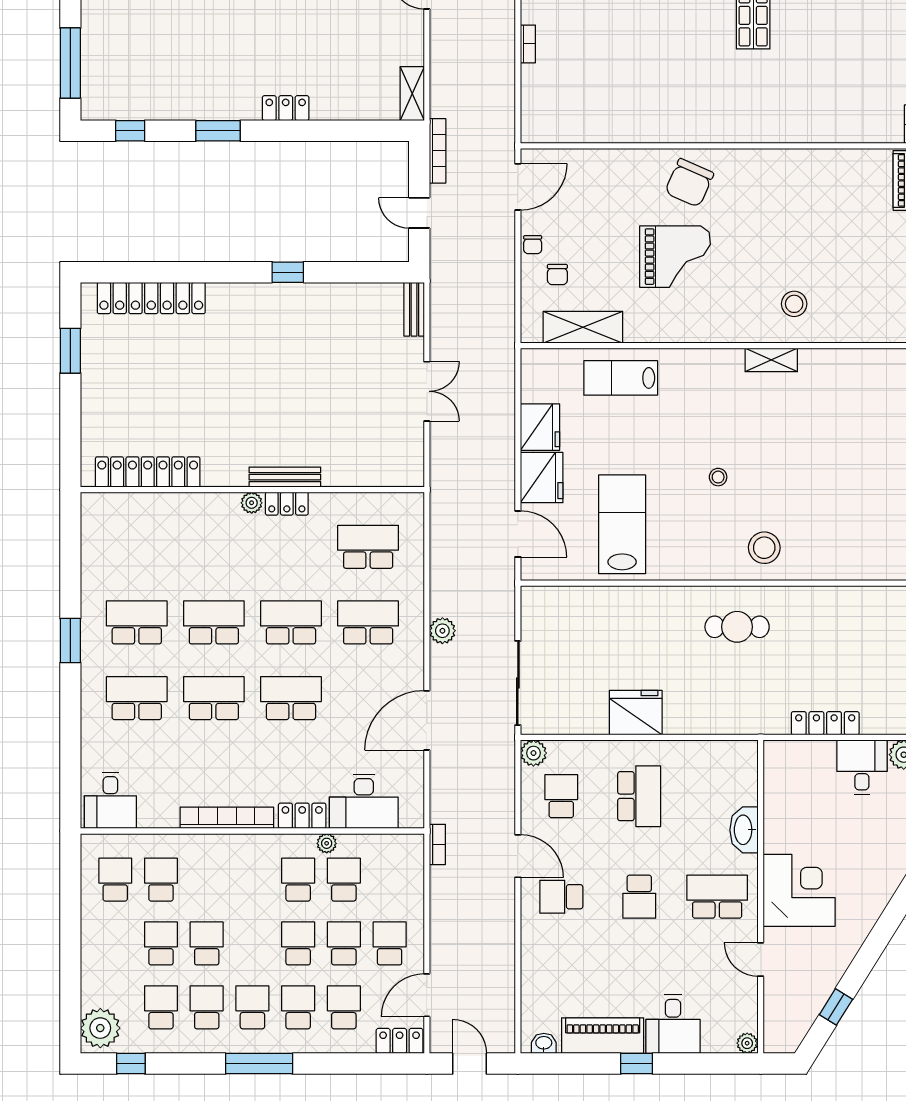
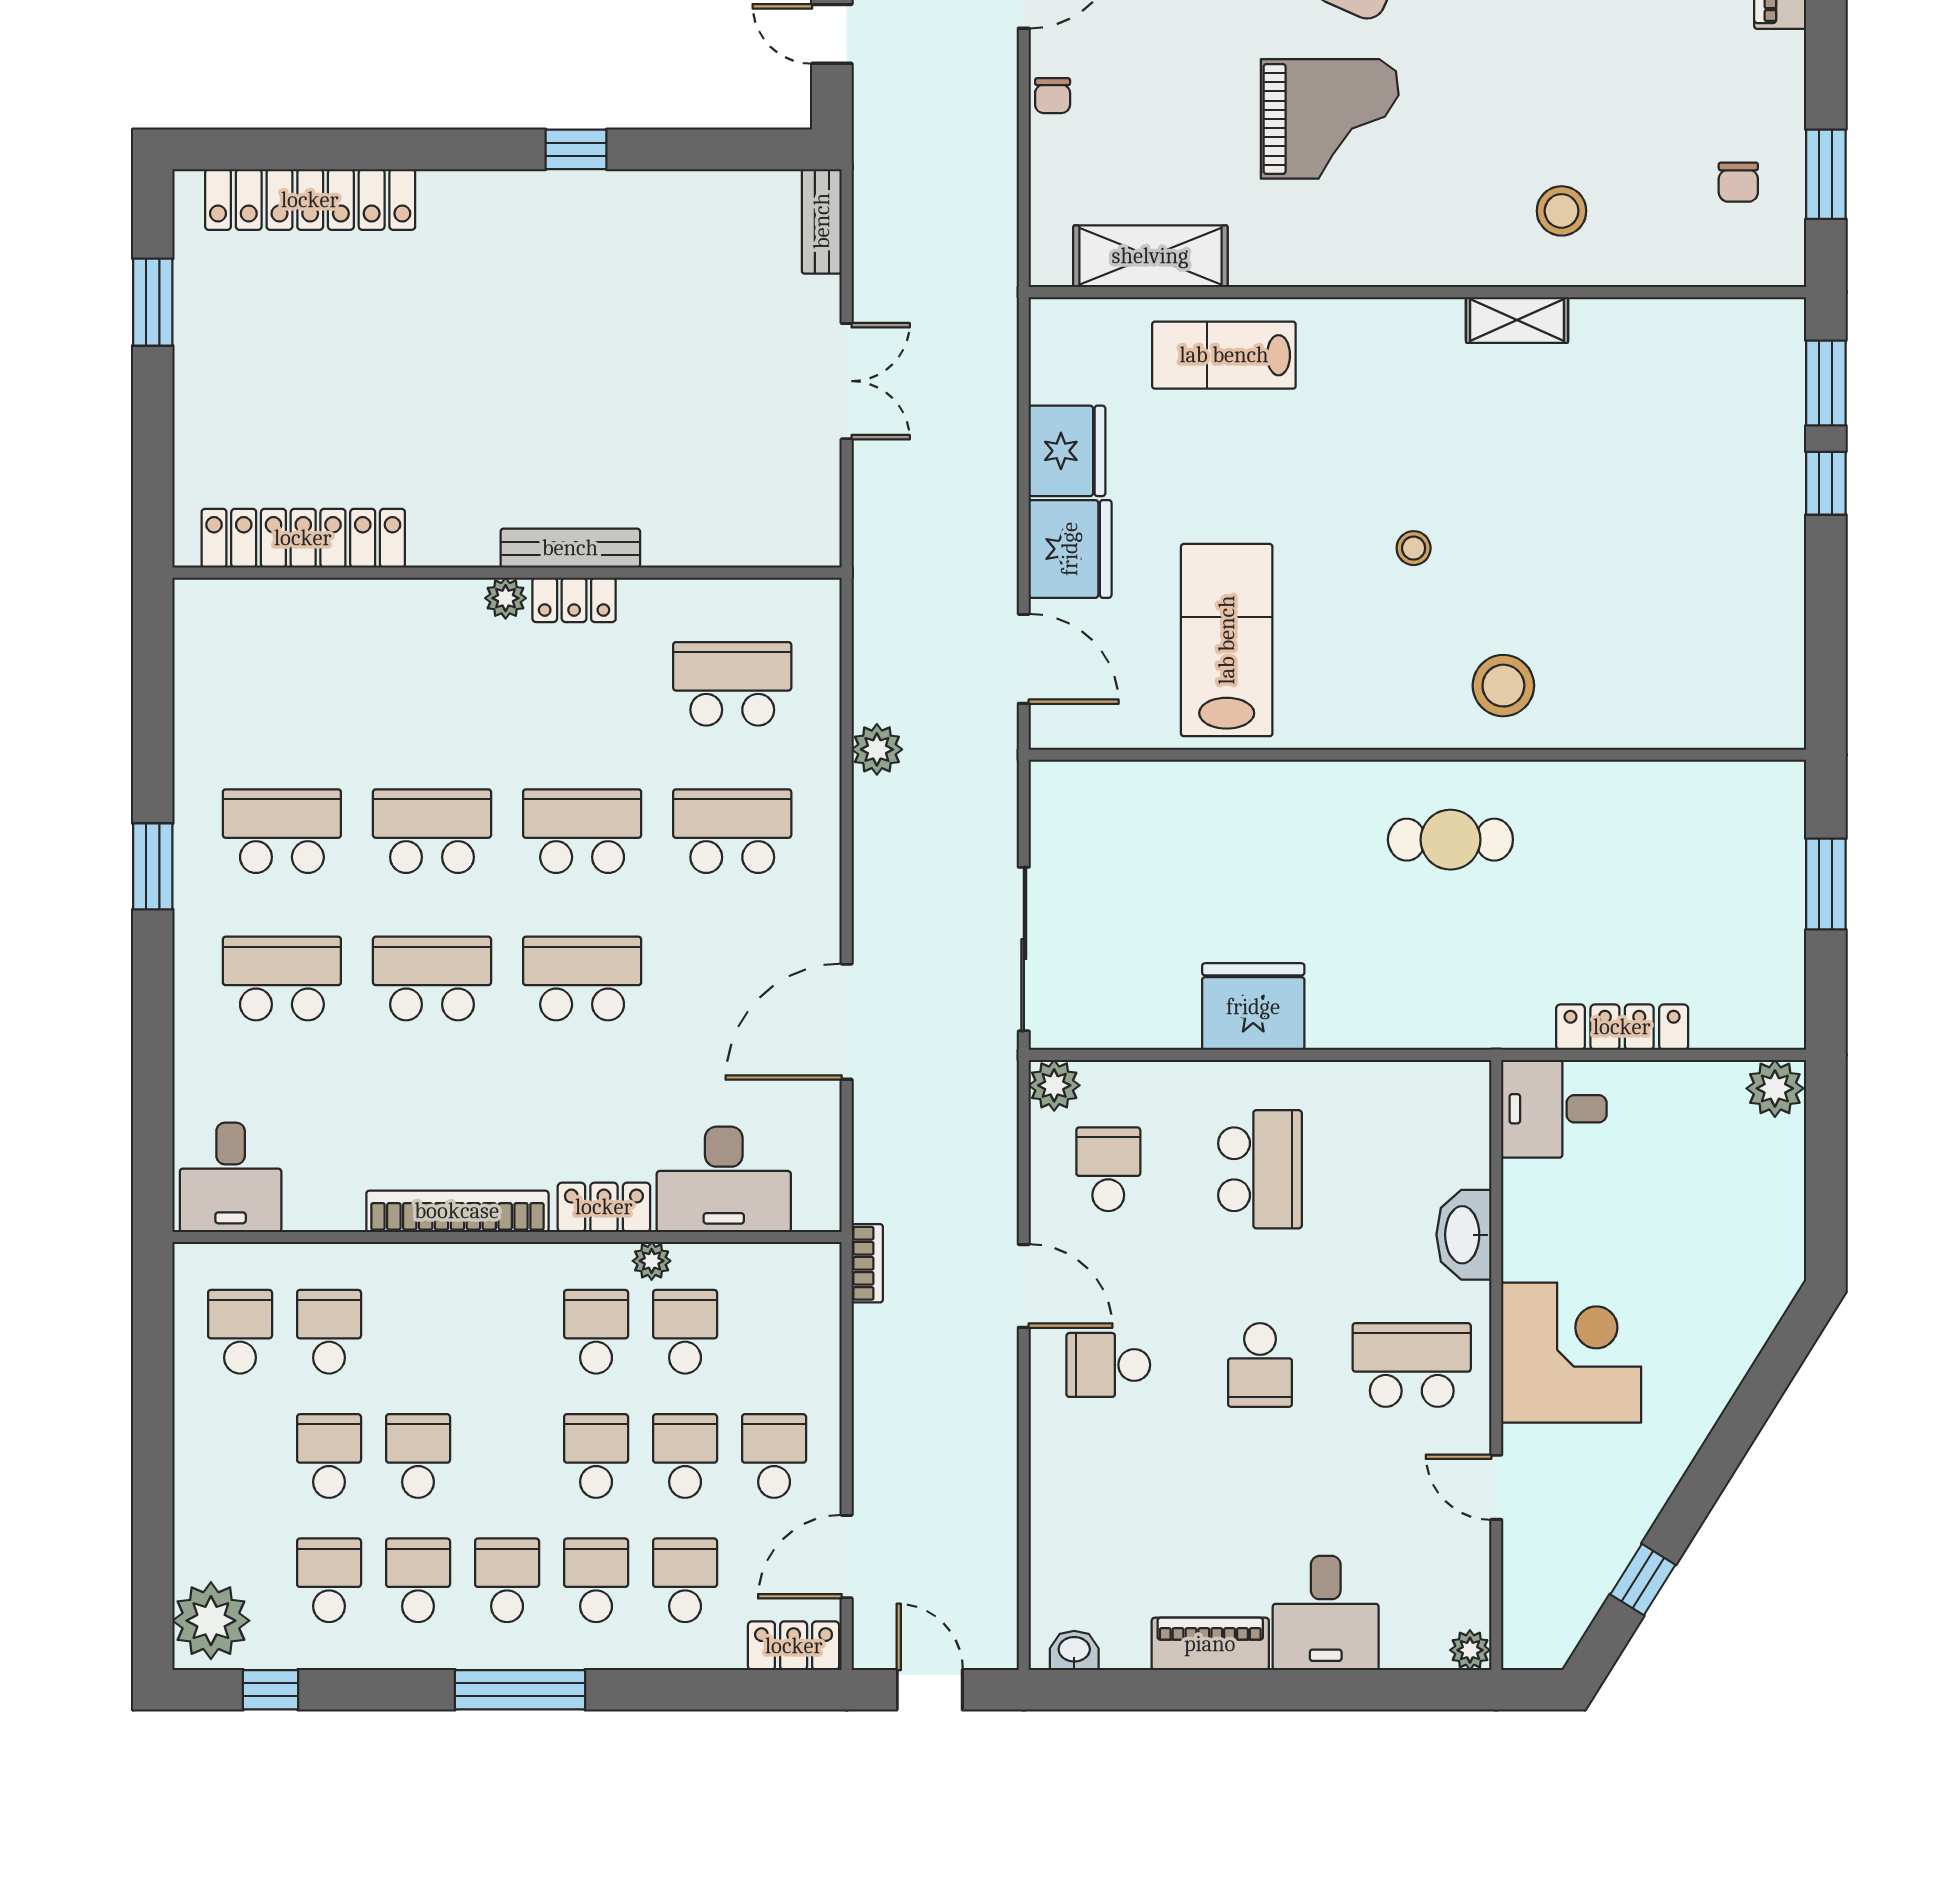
chair: (557, 275) -> (1738, 182), moved
plant: (442, 631) -> (877, 749), moved
desk: (862, 767) -> (1554, 1109), moved, turned -90
piano: (603, 1036) -> (1210, 1644), width x0.73, depth x0.75
window: (637, 1064) -> (1255, 1690), removed

